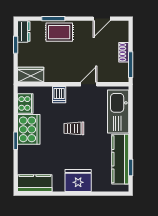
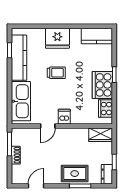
dishwasher: (59, 95) -> (64, 117), moved
trolley: (74, 128) -> (56, 73), moved

